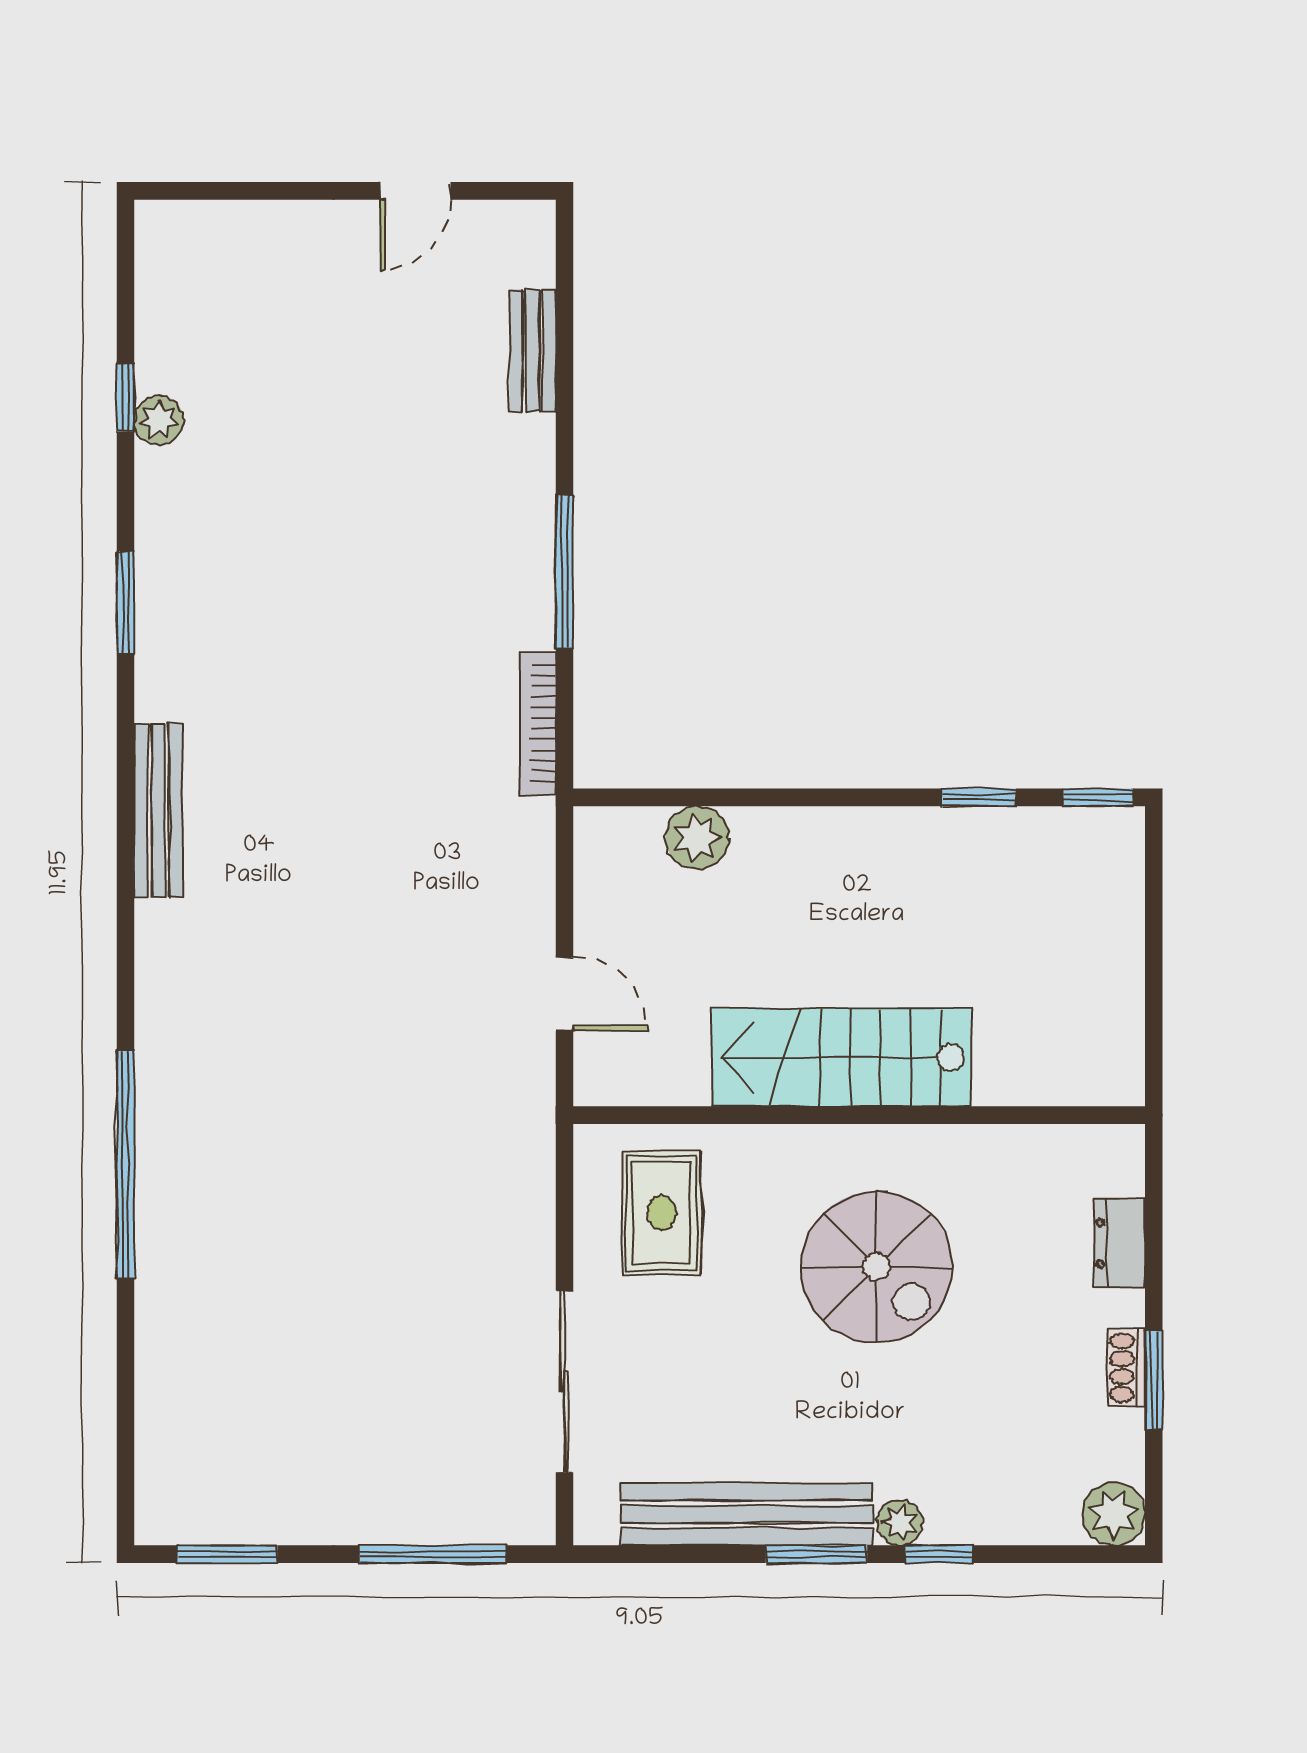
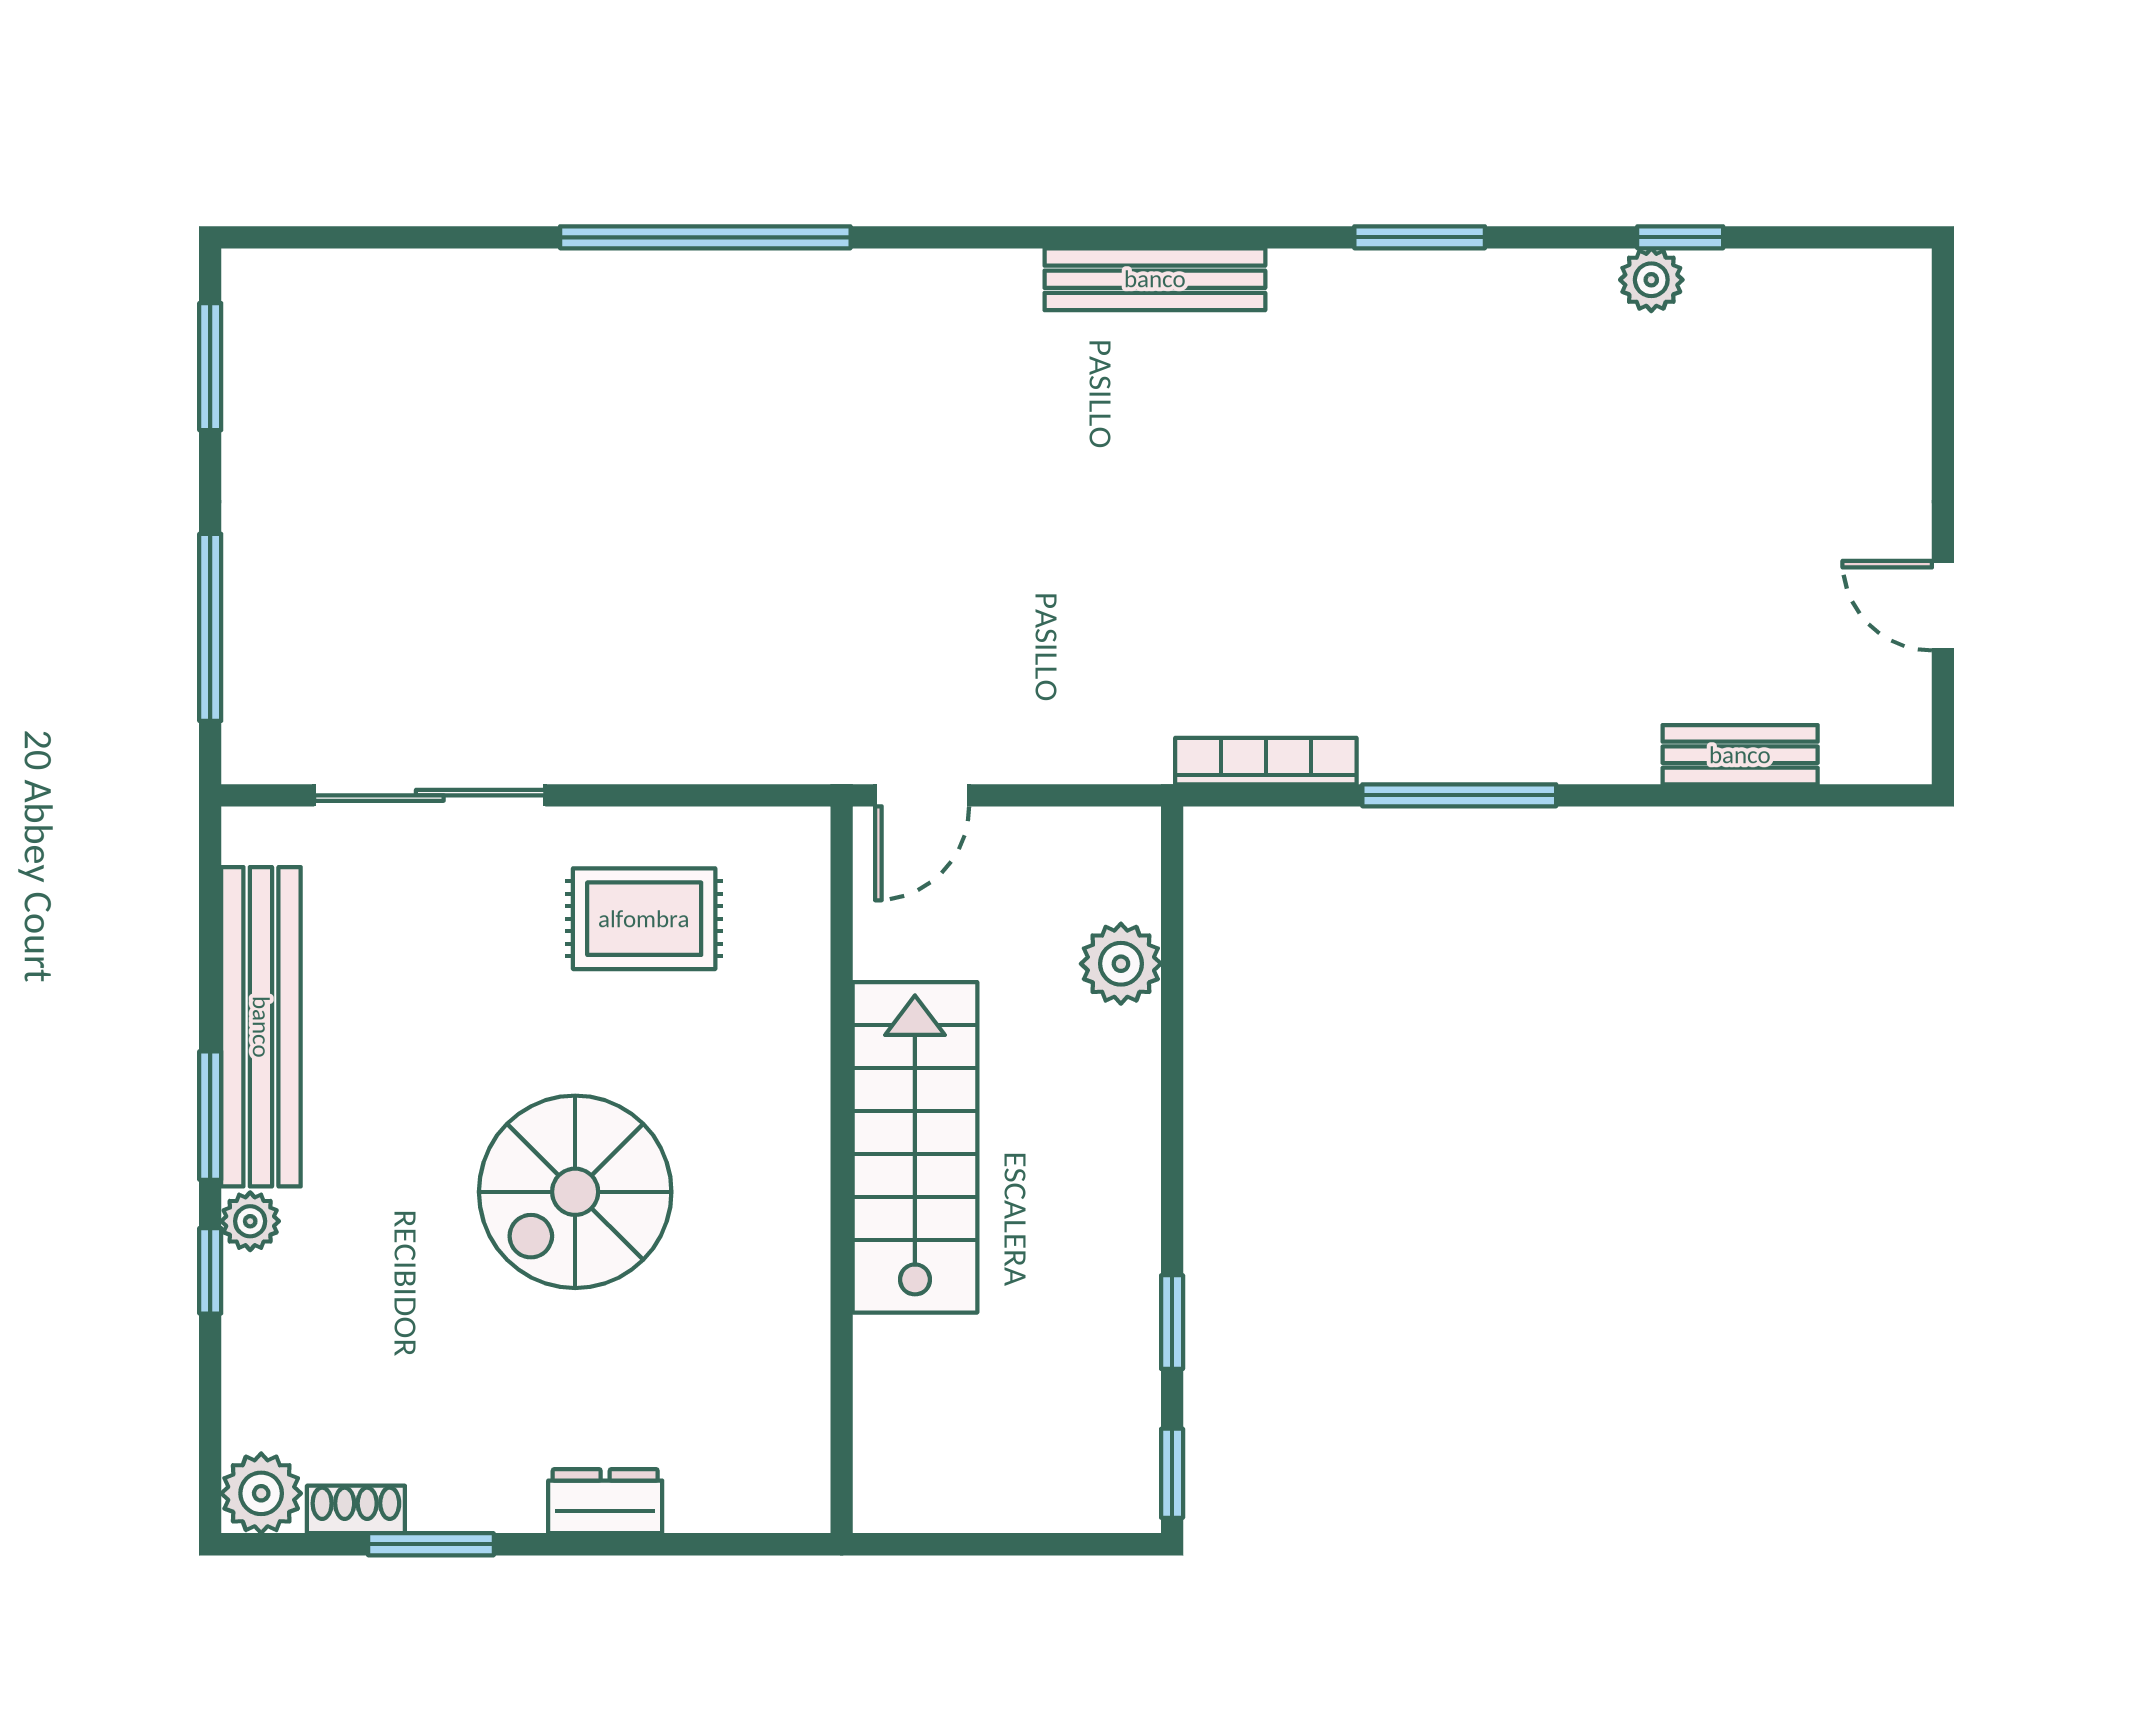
stairs: (841, 1057) -> (915, 1147), moved
wall: (859, 1115) -> (842, 1170), moved
shoe rack: (1126, 1368) -> (356, 1509), moved

